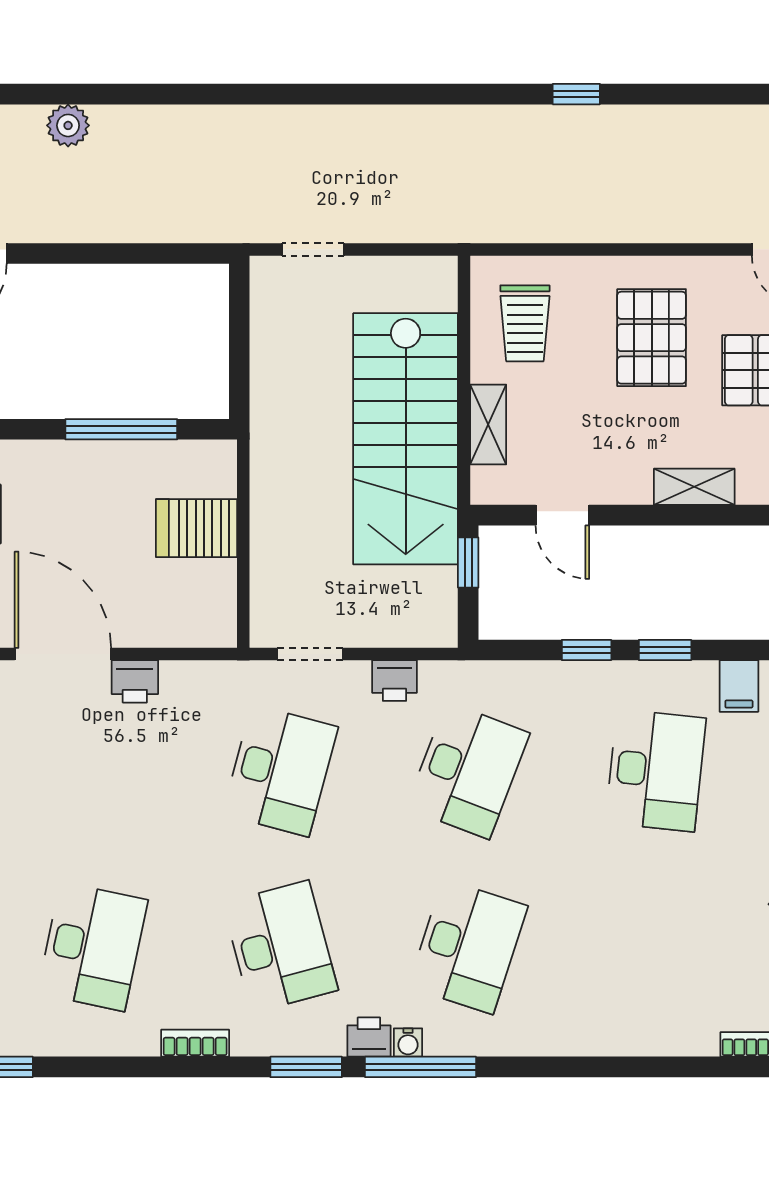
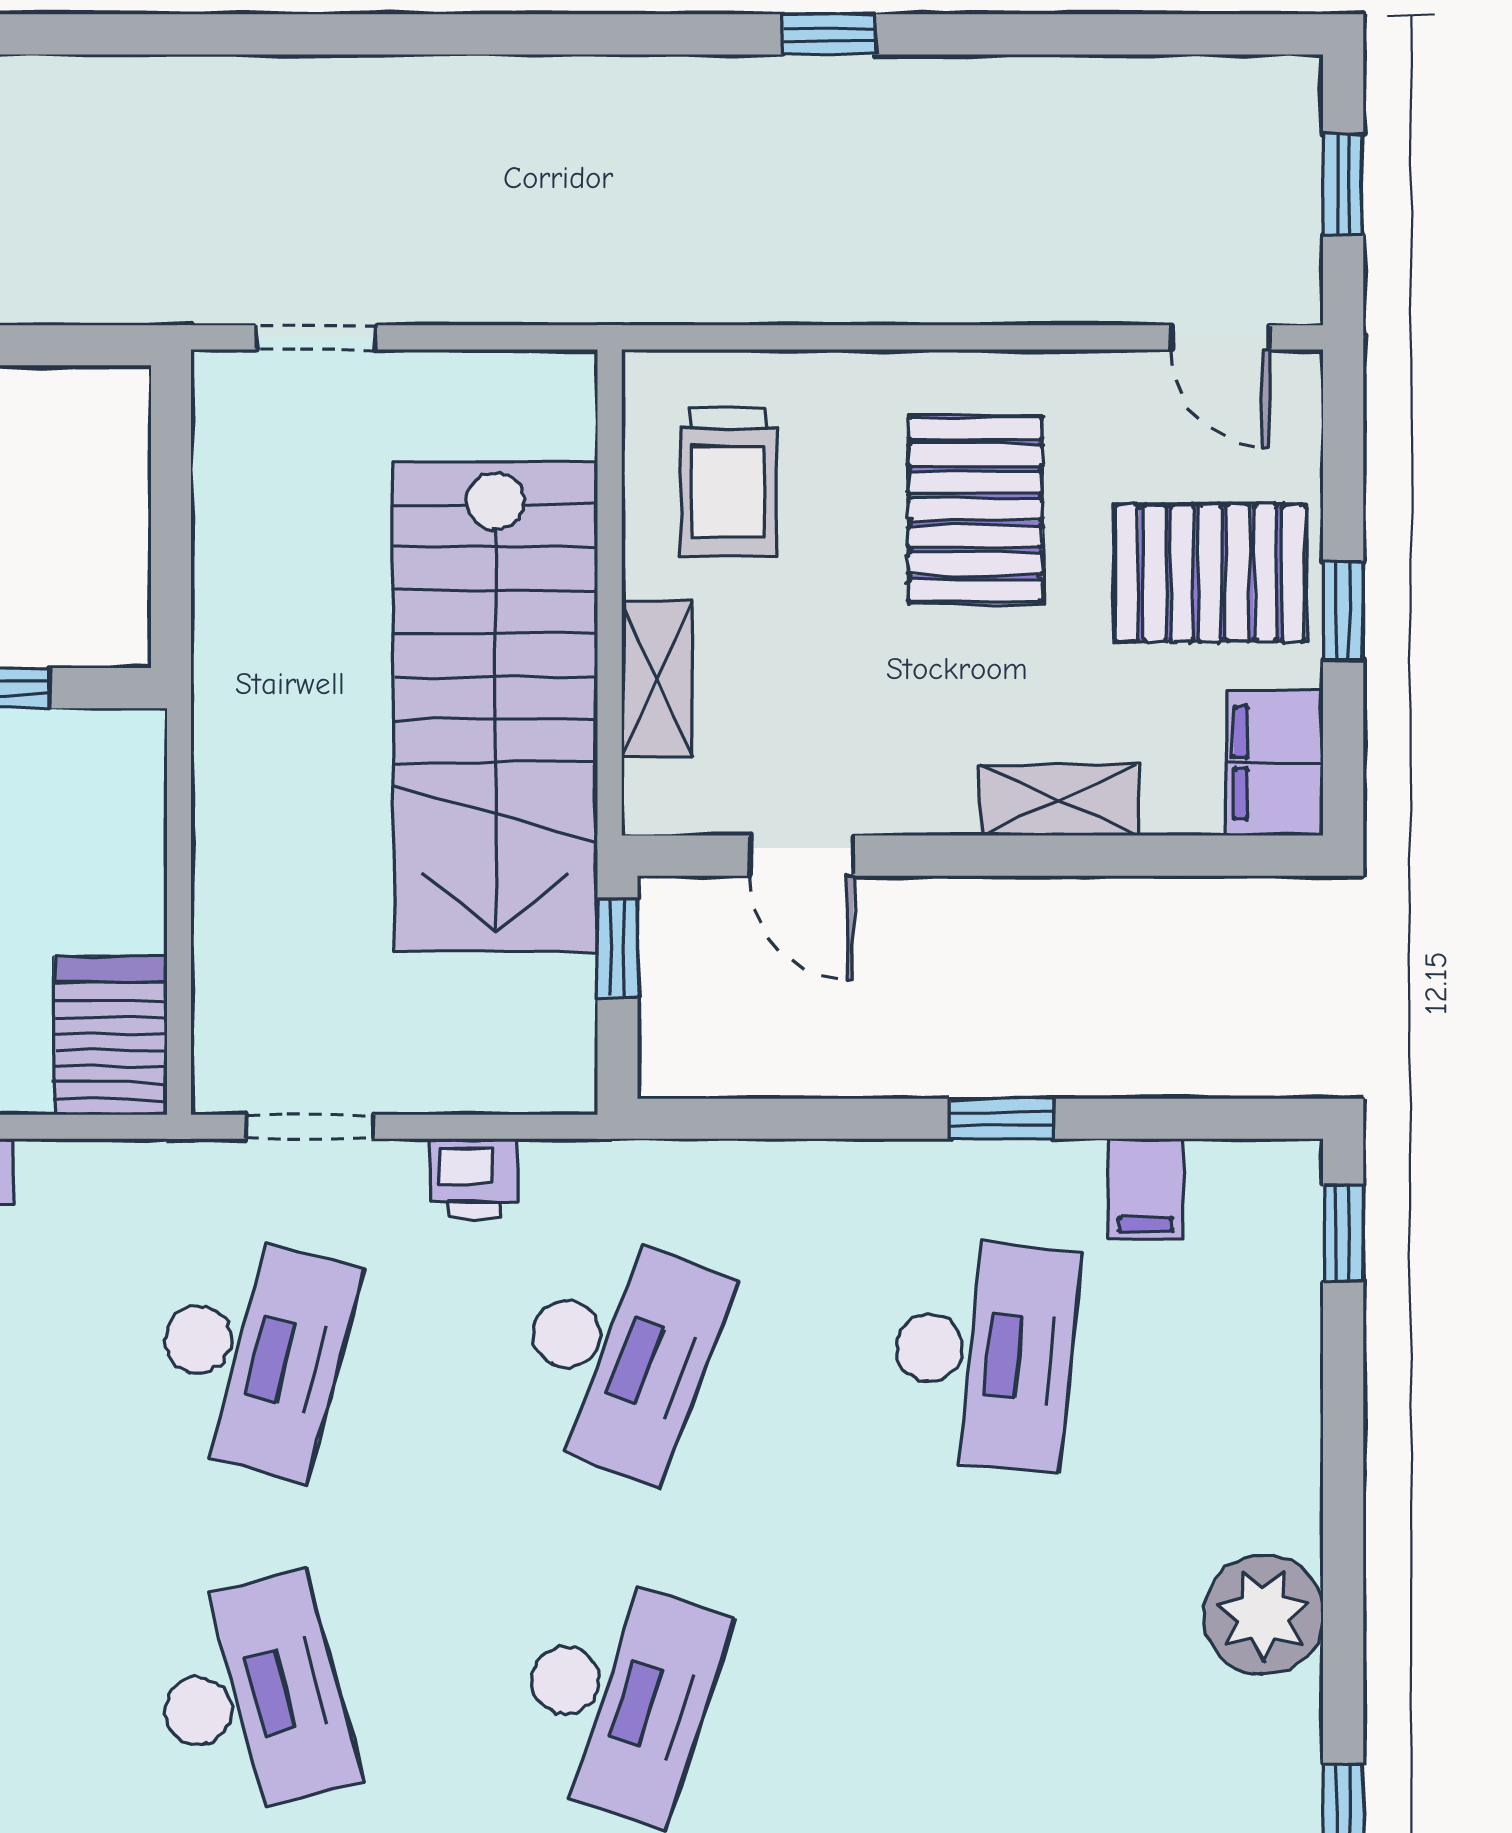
server rack: (197, 528) -> (110, 1036), moved, turned 90
window: (587, 650) -> (849, 1119), removed

